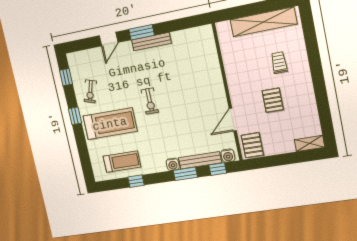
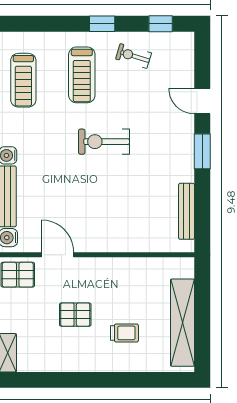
bench: (151, 42) -> (187, 211), moved
exercise bike: (150, 101) -> (104, 142), width x1.38, depth x1.39
treadmill: (110, 124) -> (82, 75), width x0.73, depth x0.73

